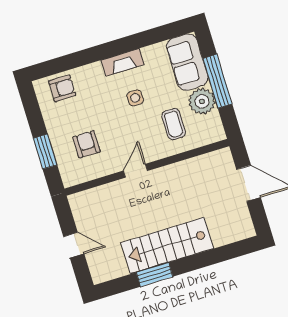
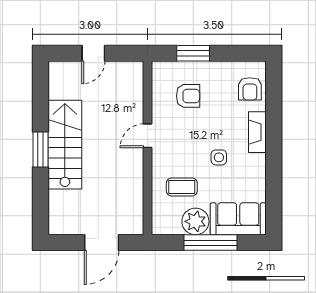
fireplace: (123, 62) -> (257, 132), moved
door: (135, 171) -> (148, 136), swing flipped
window: (155, 275) -> (40, 150), moved

